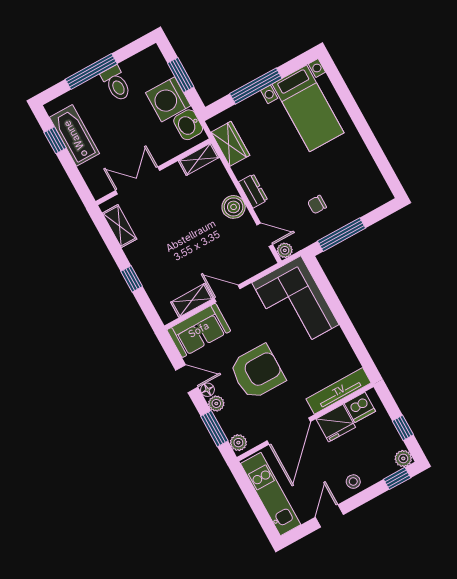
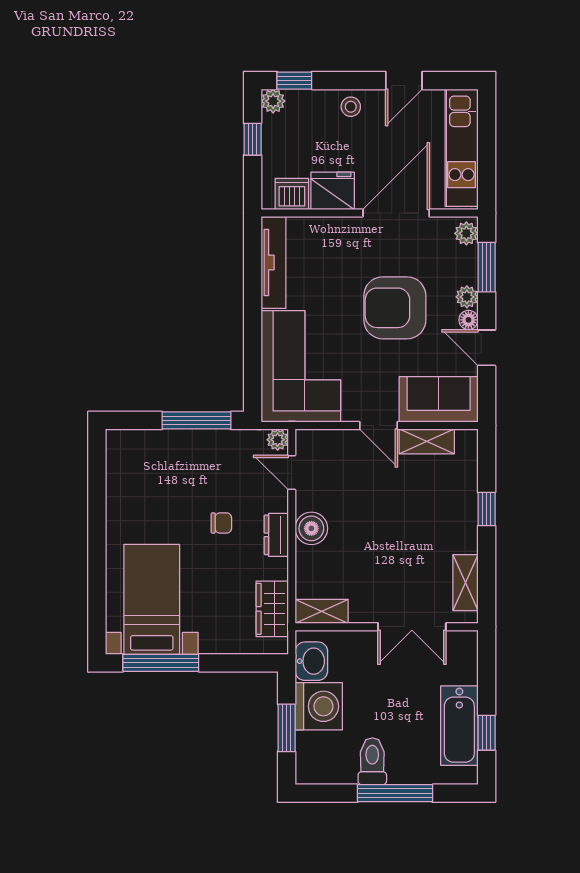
window: (256, 86) -> (161, 663), moved
chair: (317, 205) -> (221, 523), moved
tv unit: (339, 391) -> (274, 263), moved, turned -90

